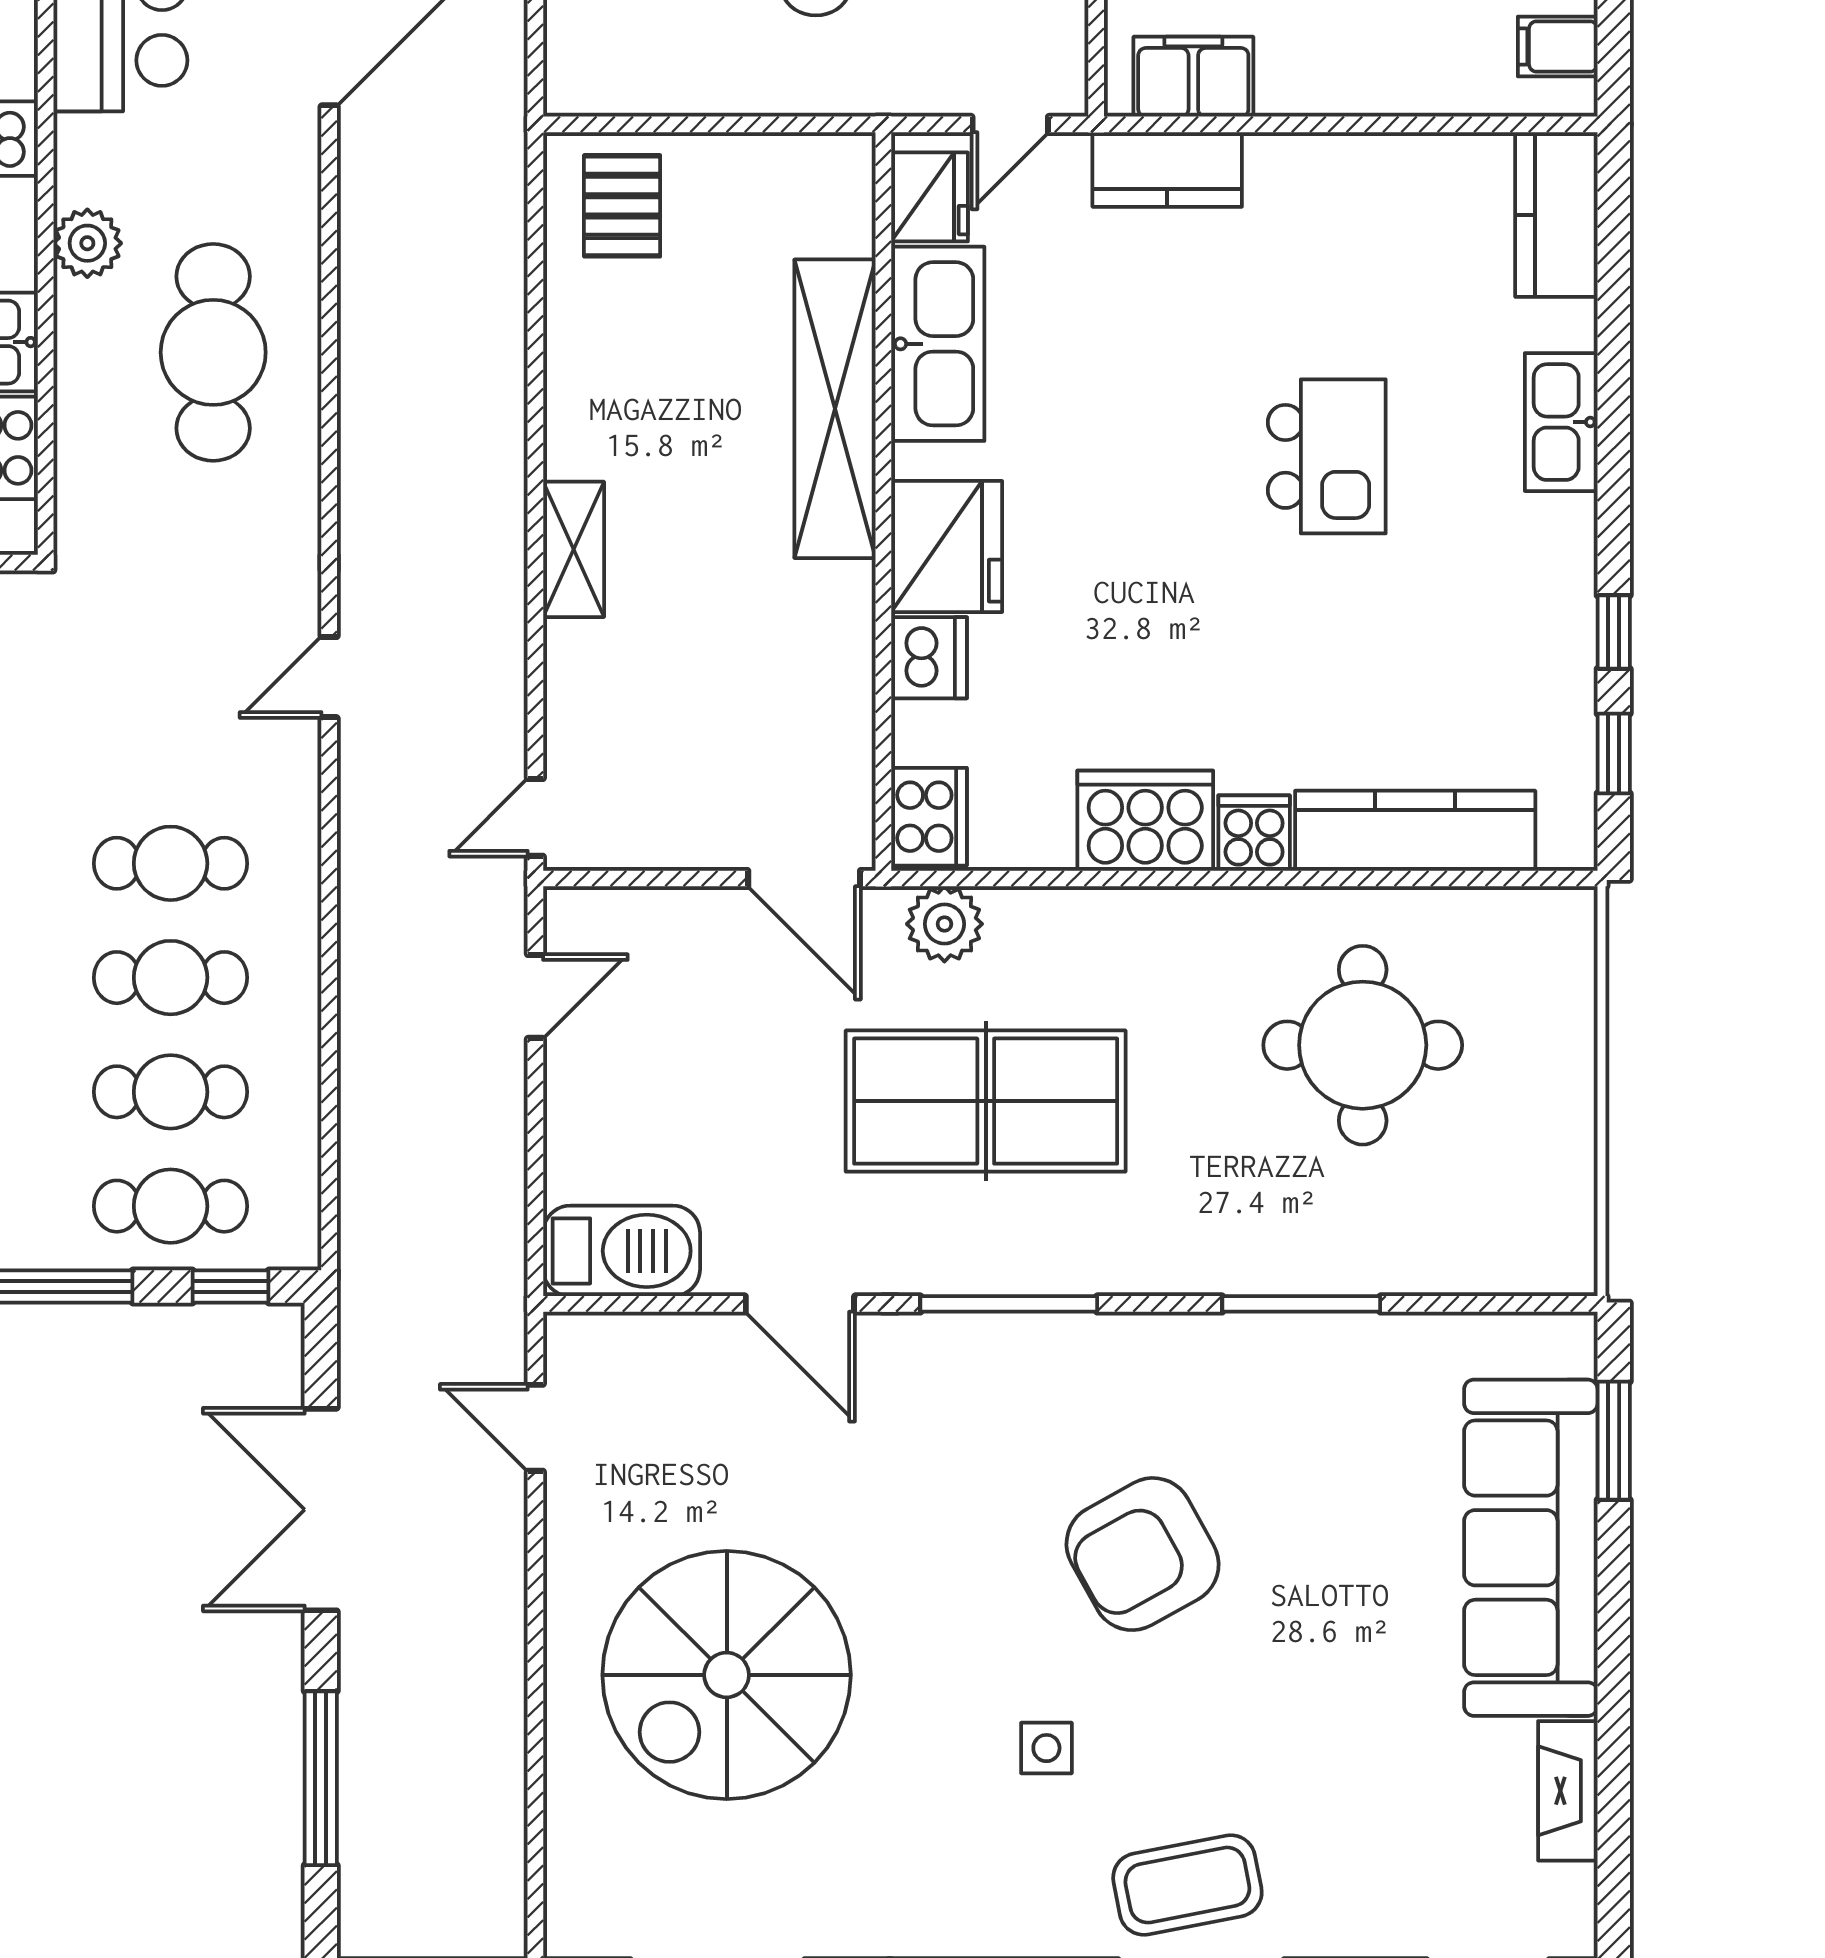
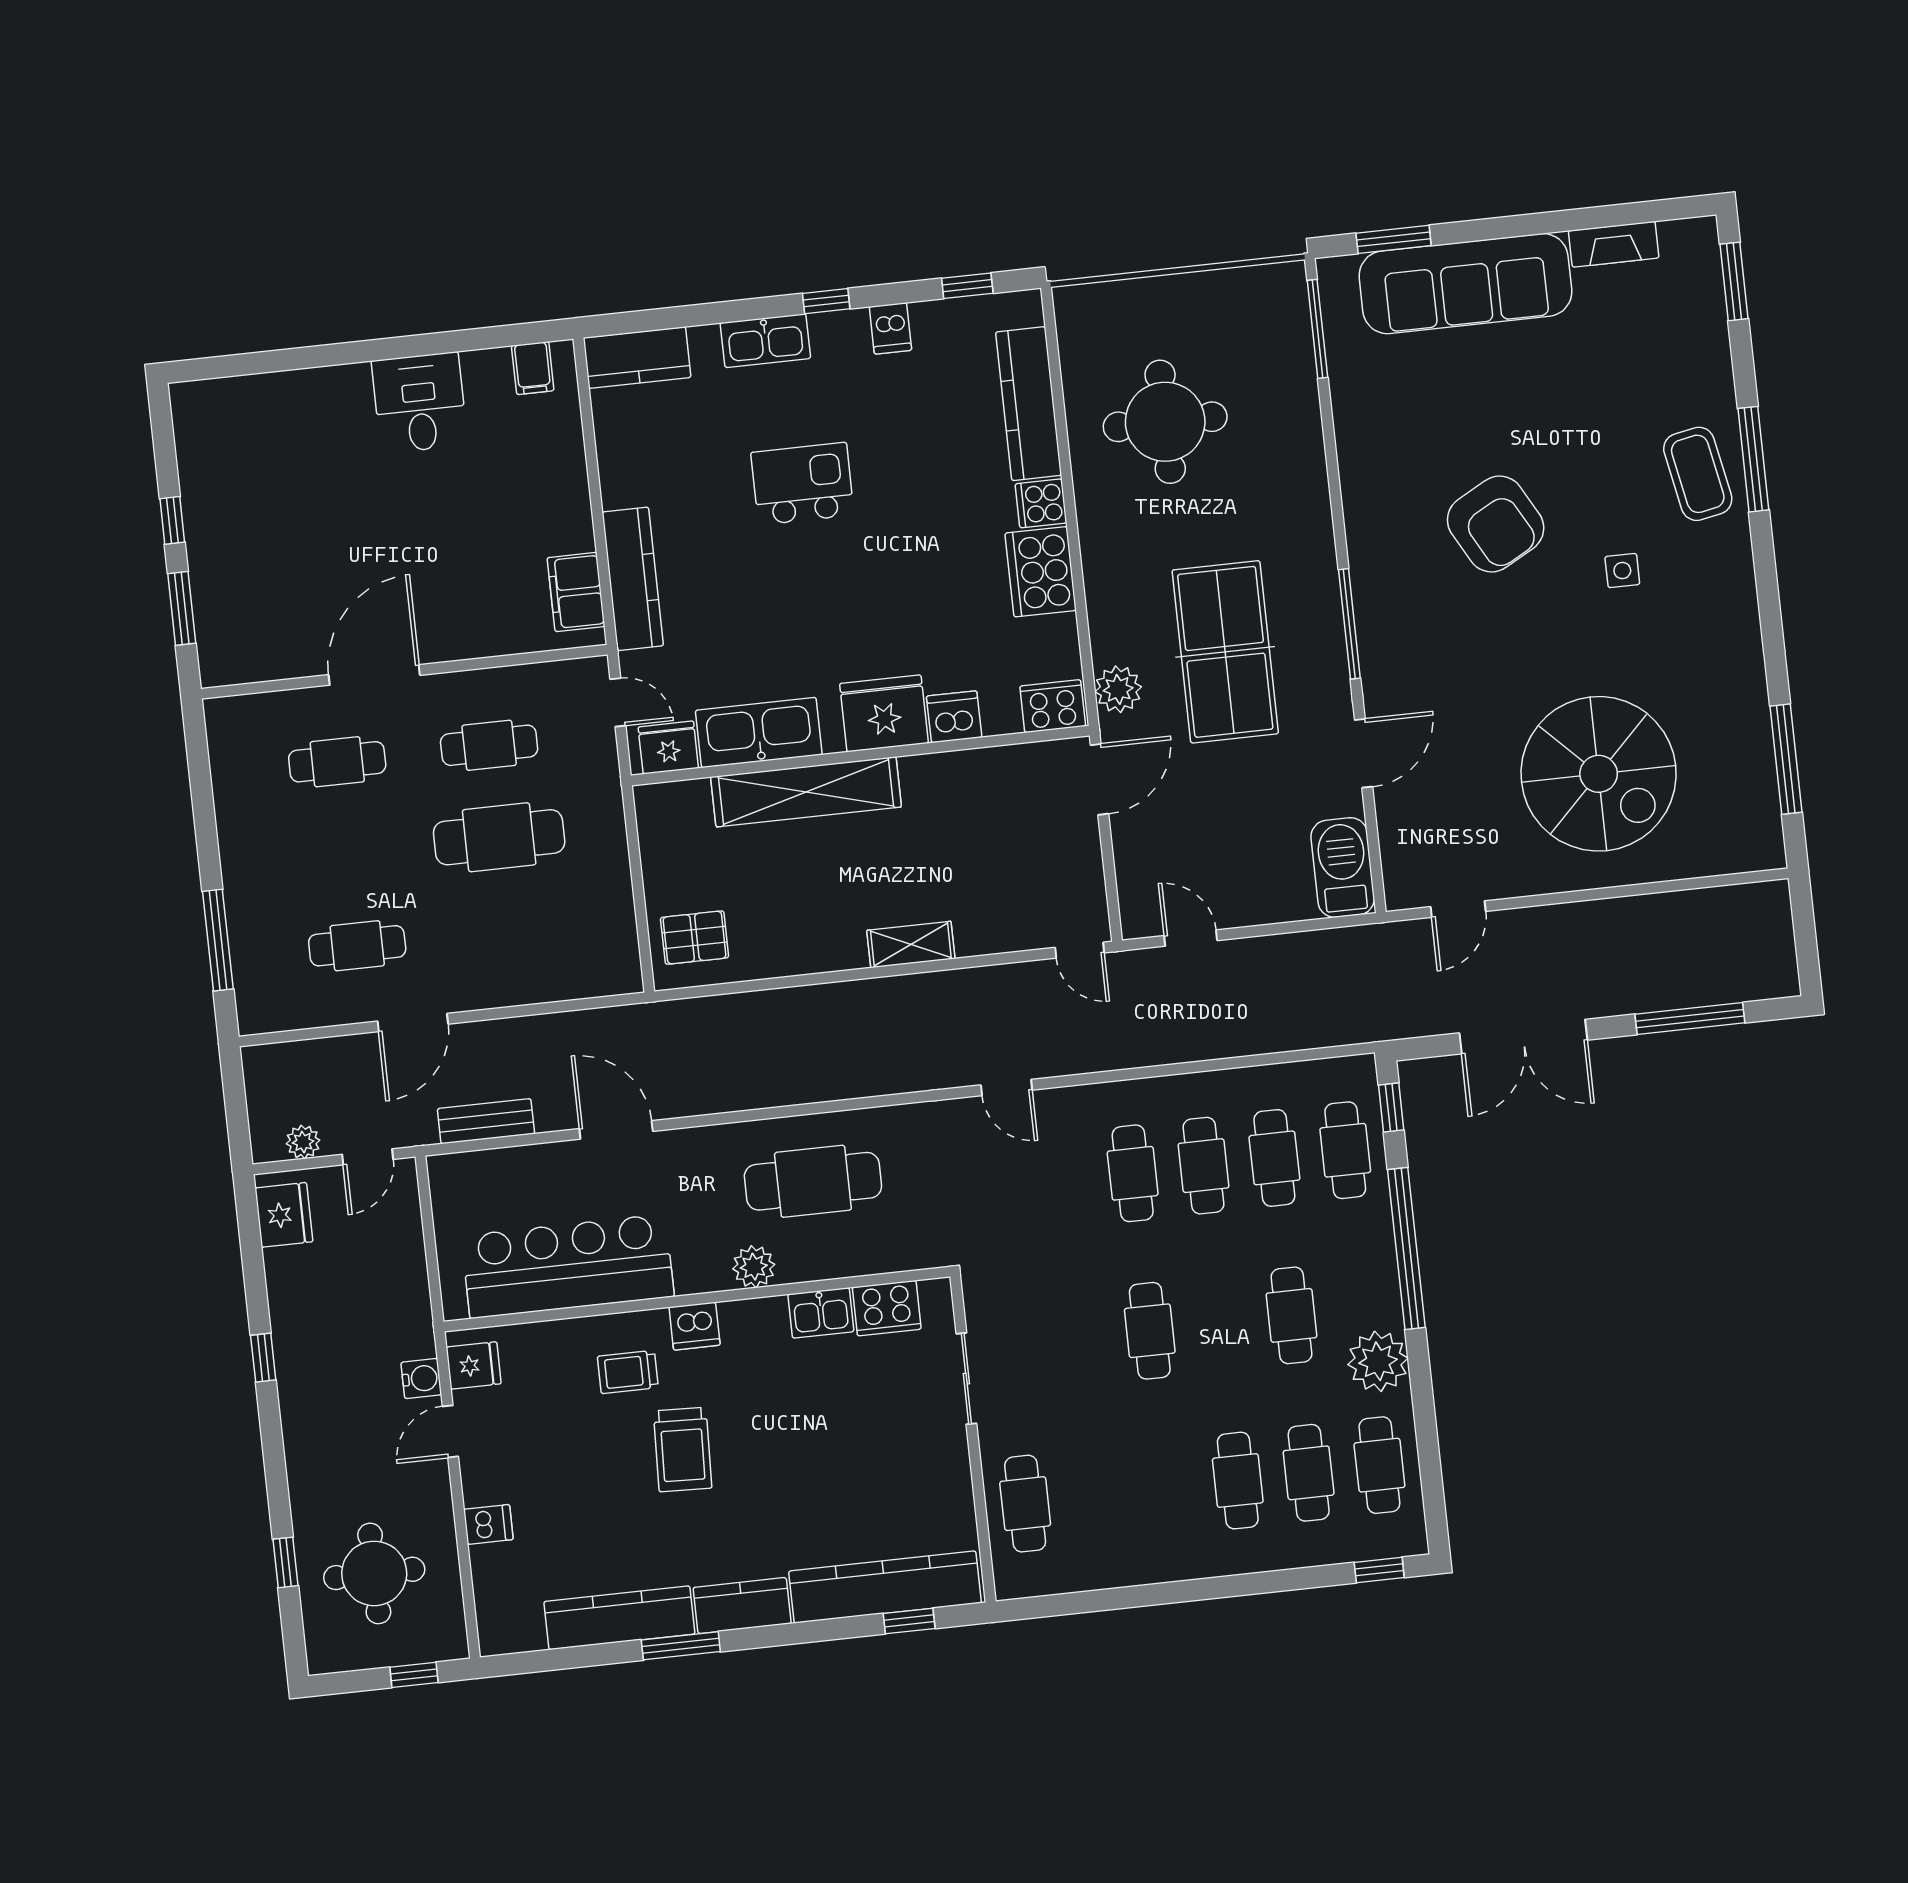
kitchen counter: (1167, 169) -> (633, 579), width x1.50
dishwasher: (1559, 624) -> (890, 328), added
window: (1614, 632) -> (826, 301), moved
window: (1301, 1304) -> (1317, 329), moved

